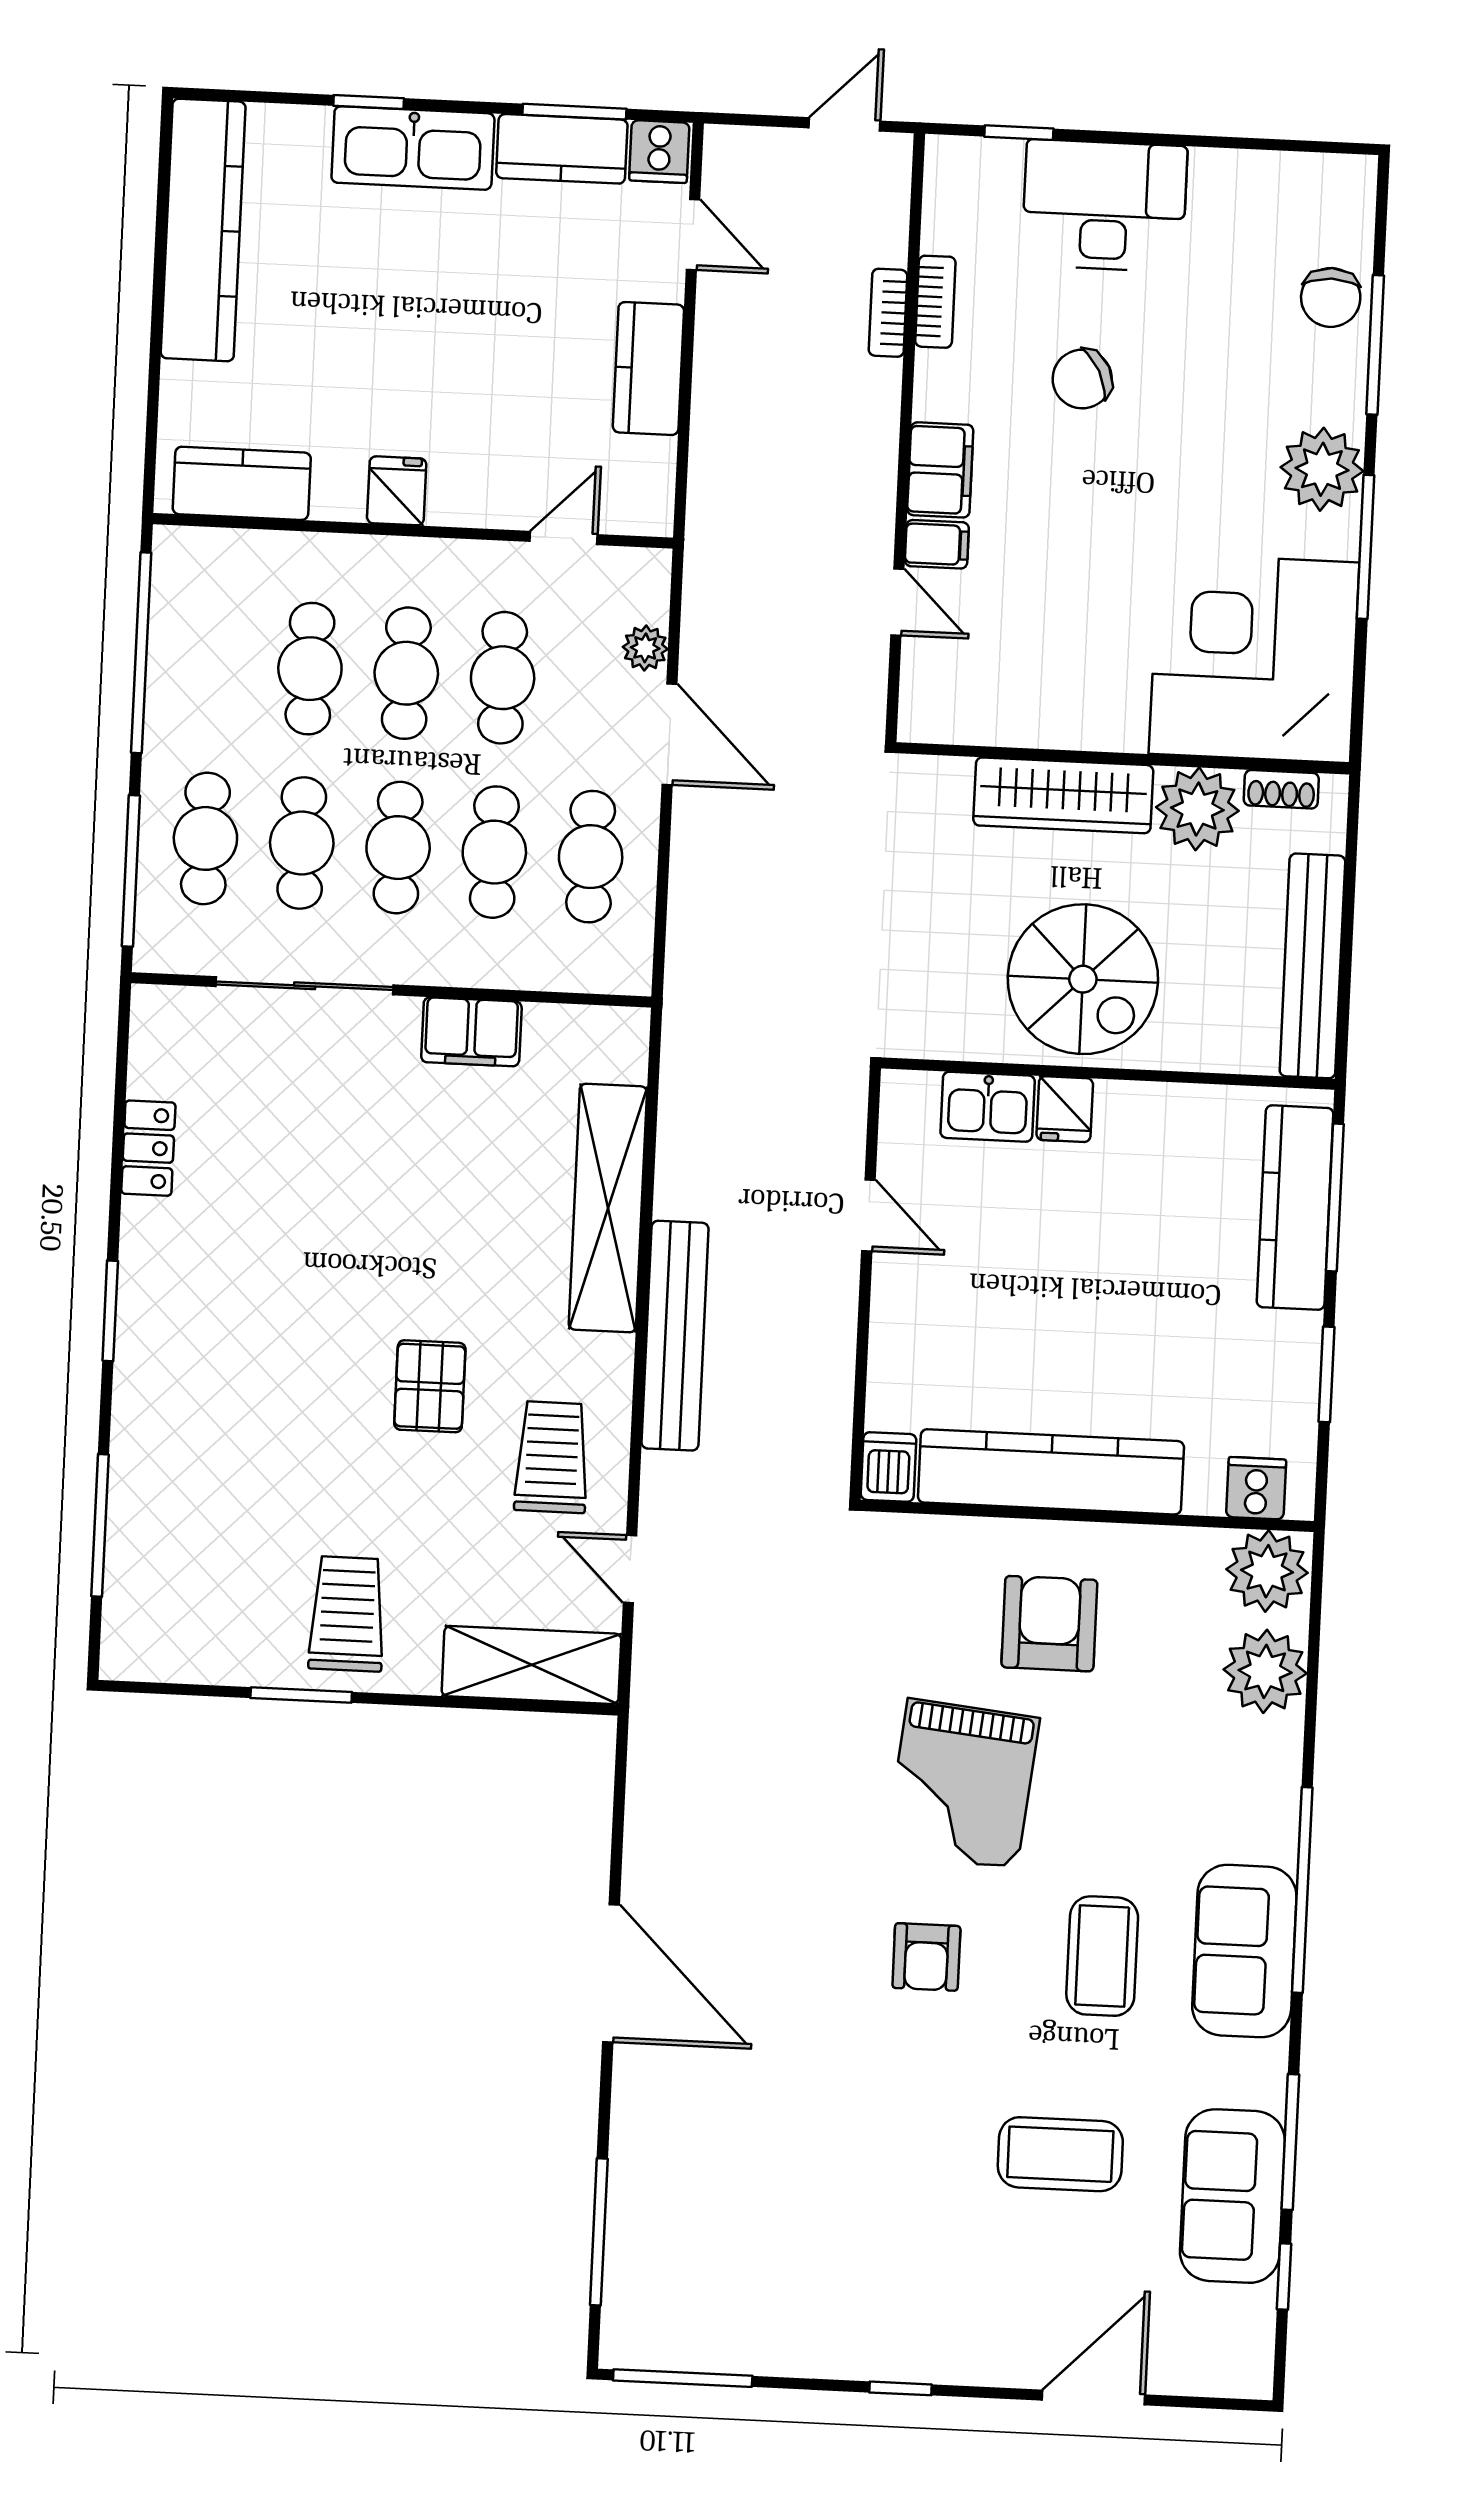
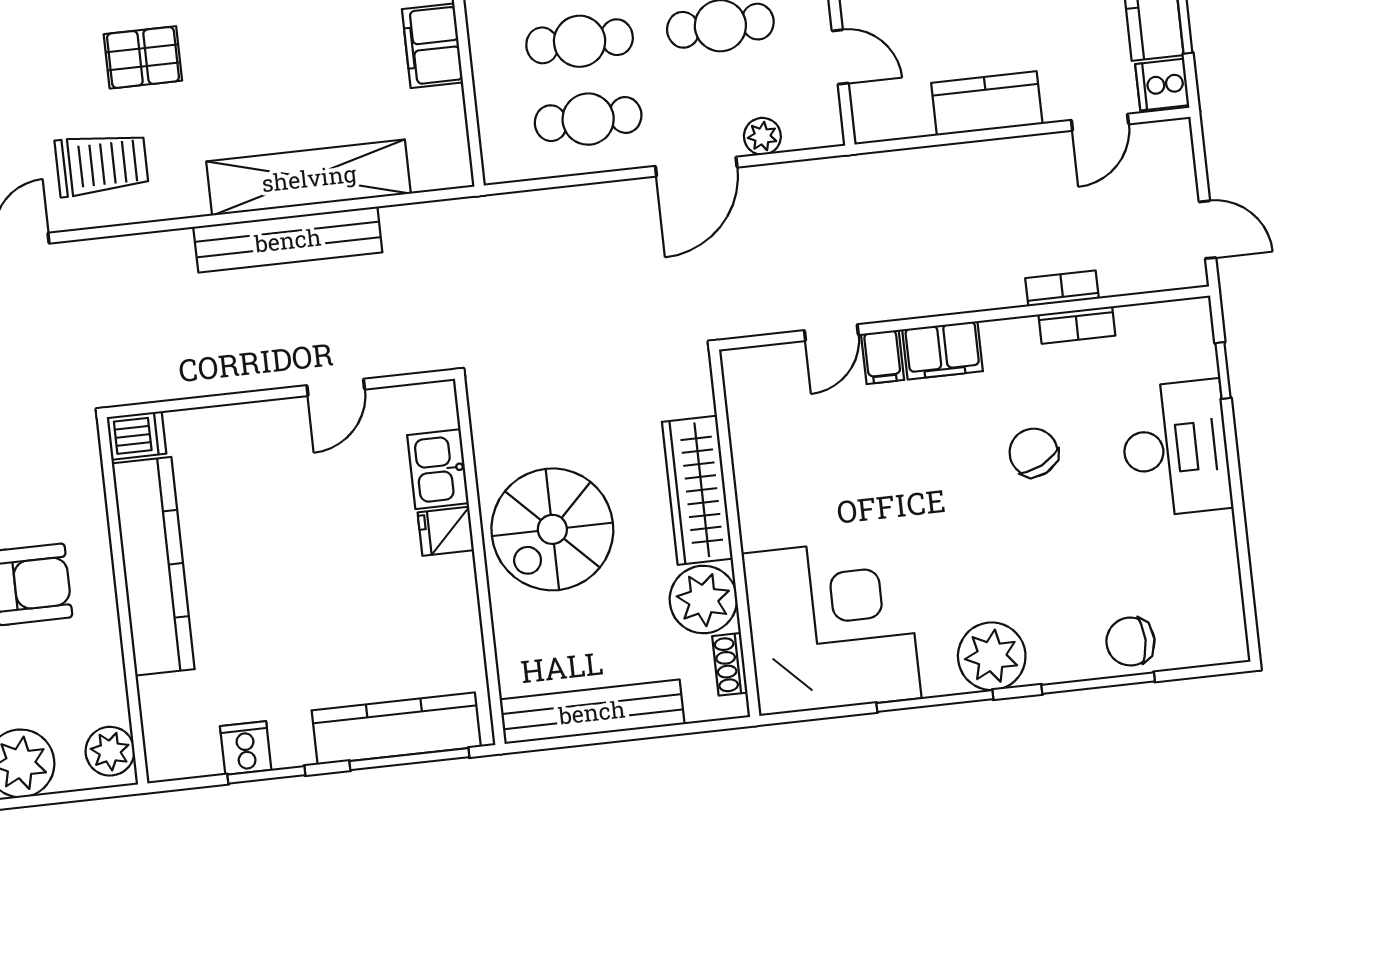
bench: (675, 1336) -> (288, 240), moved
cooker: (1256, 1488) -> (246, 748), moved, turned -90
plant: (1267, 1571) -> (110, 751), width x0.73, depth x0.73

